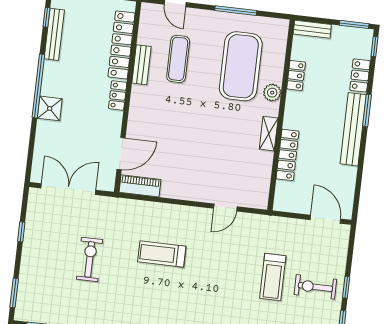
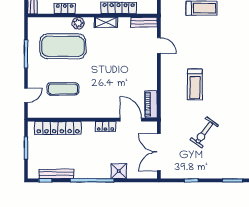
bench: (141, 65) -> (144, 22), moved
locker: (118, 95) -> (105, 127), moved
shower: (50, 108) -> (119, 171), moved
exercise bike: (90, 259) -> (204, 132), turned -54

